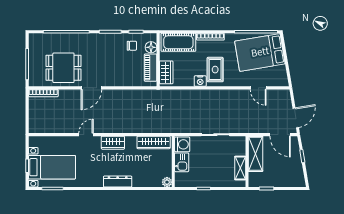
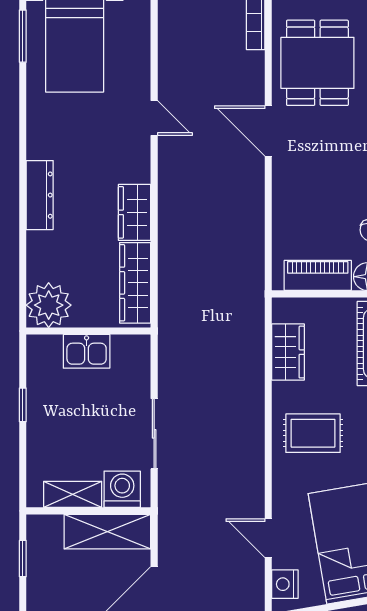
wardrobe: (166, 72) -> (288, 352), moved, turned -90
nightstand: (200, 81) -> (285, 584), moved
door: (258, 88) -> (268, 538), hinge flipped
wardrobe: (113, 143) -> (134, 212), moved
washing machine: (182, 144) -> (122, 489), moved, turned 180
plant: (167, 182) -> (49, 305), width x1.87, depth x1.87

